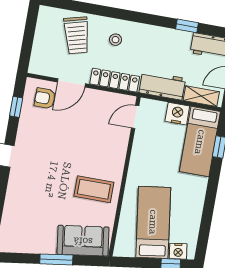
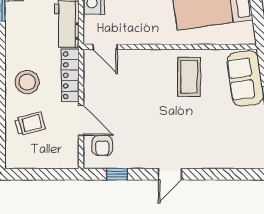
trolley: (77, 35) -> (30, 124), width x0.73, depth x0.72
stool: (116, 40) -> (27, 82), width x1.89, depth x1.89

